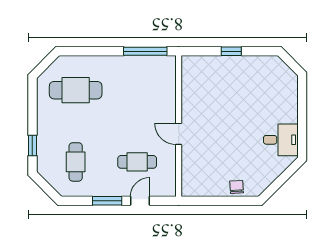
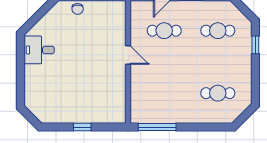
cafe table: (76, 90) -> (218, 93), width x0.73, depth x0.74
cafe table: (76, 162) -> (218, 31), turned 90

